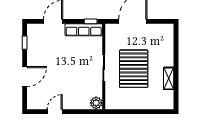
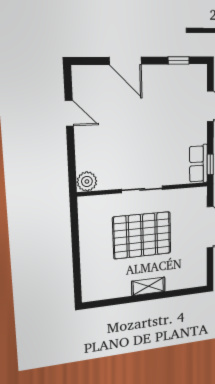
row of seats: (84, 30) -> (198, 164), width x0.68
shelving: (169, 78) -> (148, 286), moved

